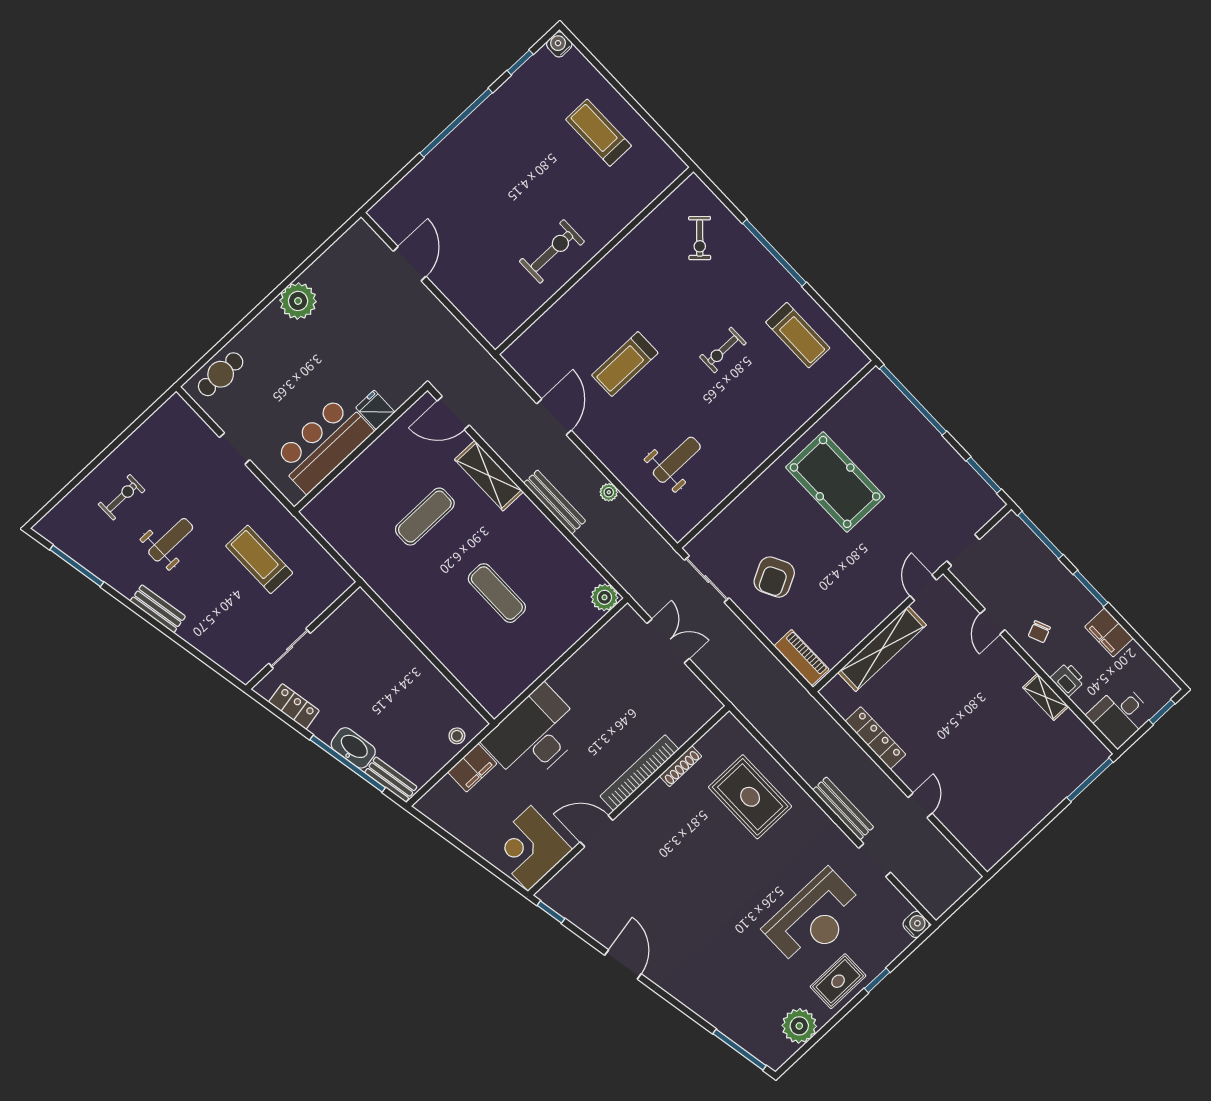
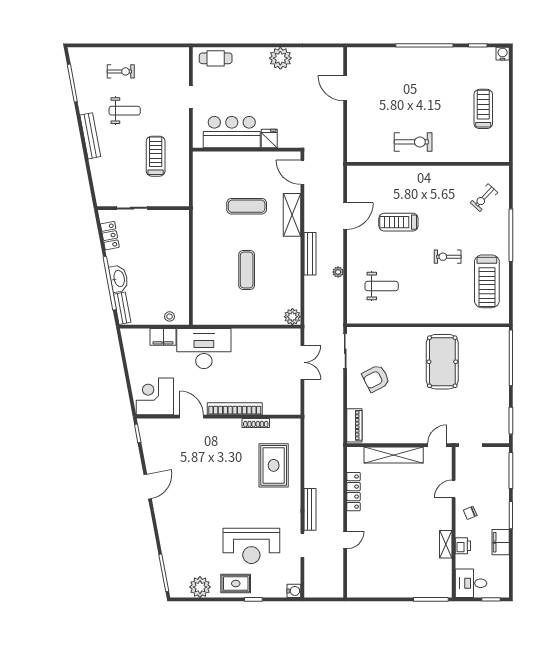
door: (410, 264) -> (345, 88), swing flipped
treadmill: (798, 335) -> (487, 281), width x1.37, depth x1.38
bench: (158, 609) -> (90, 136), width x1.36

